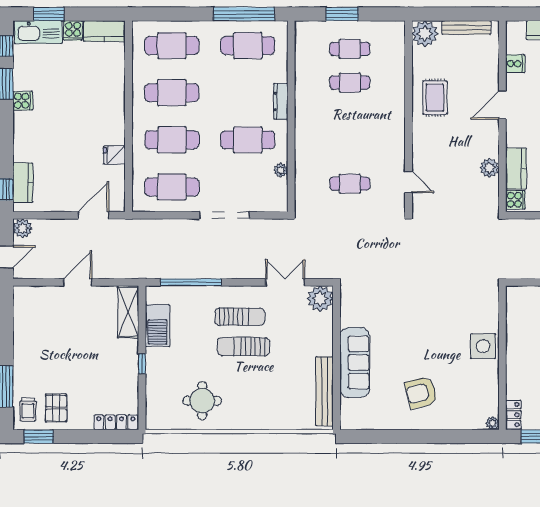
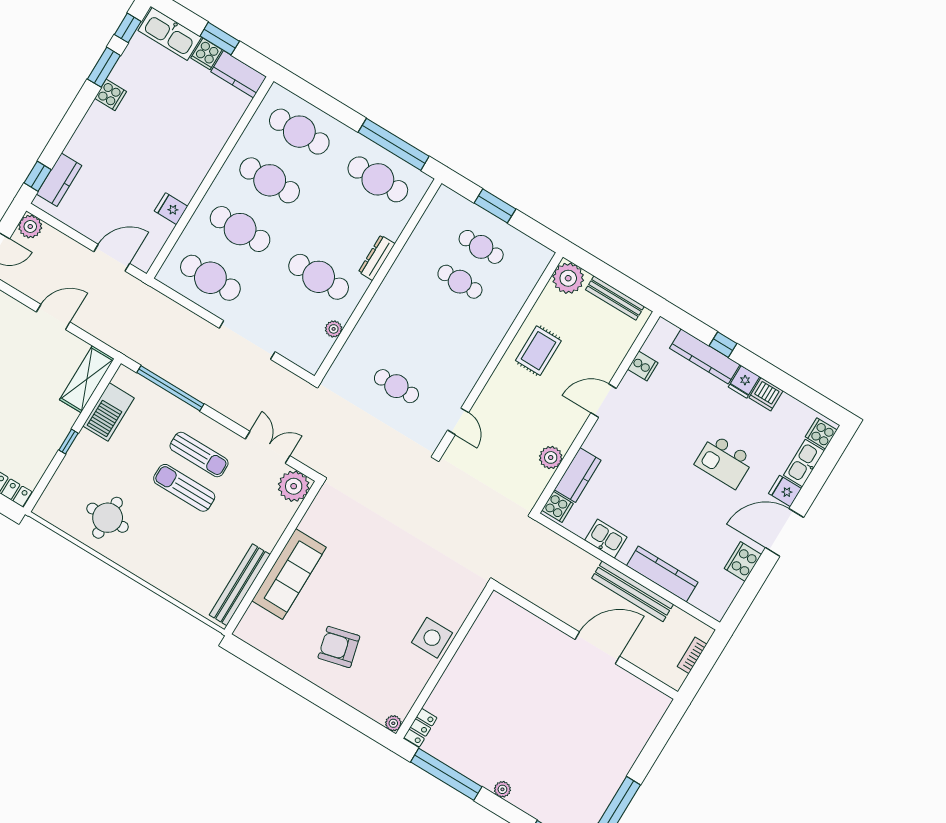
window: (49, 14) -> (220, 39), moved

